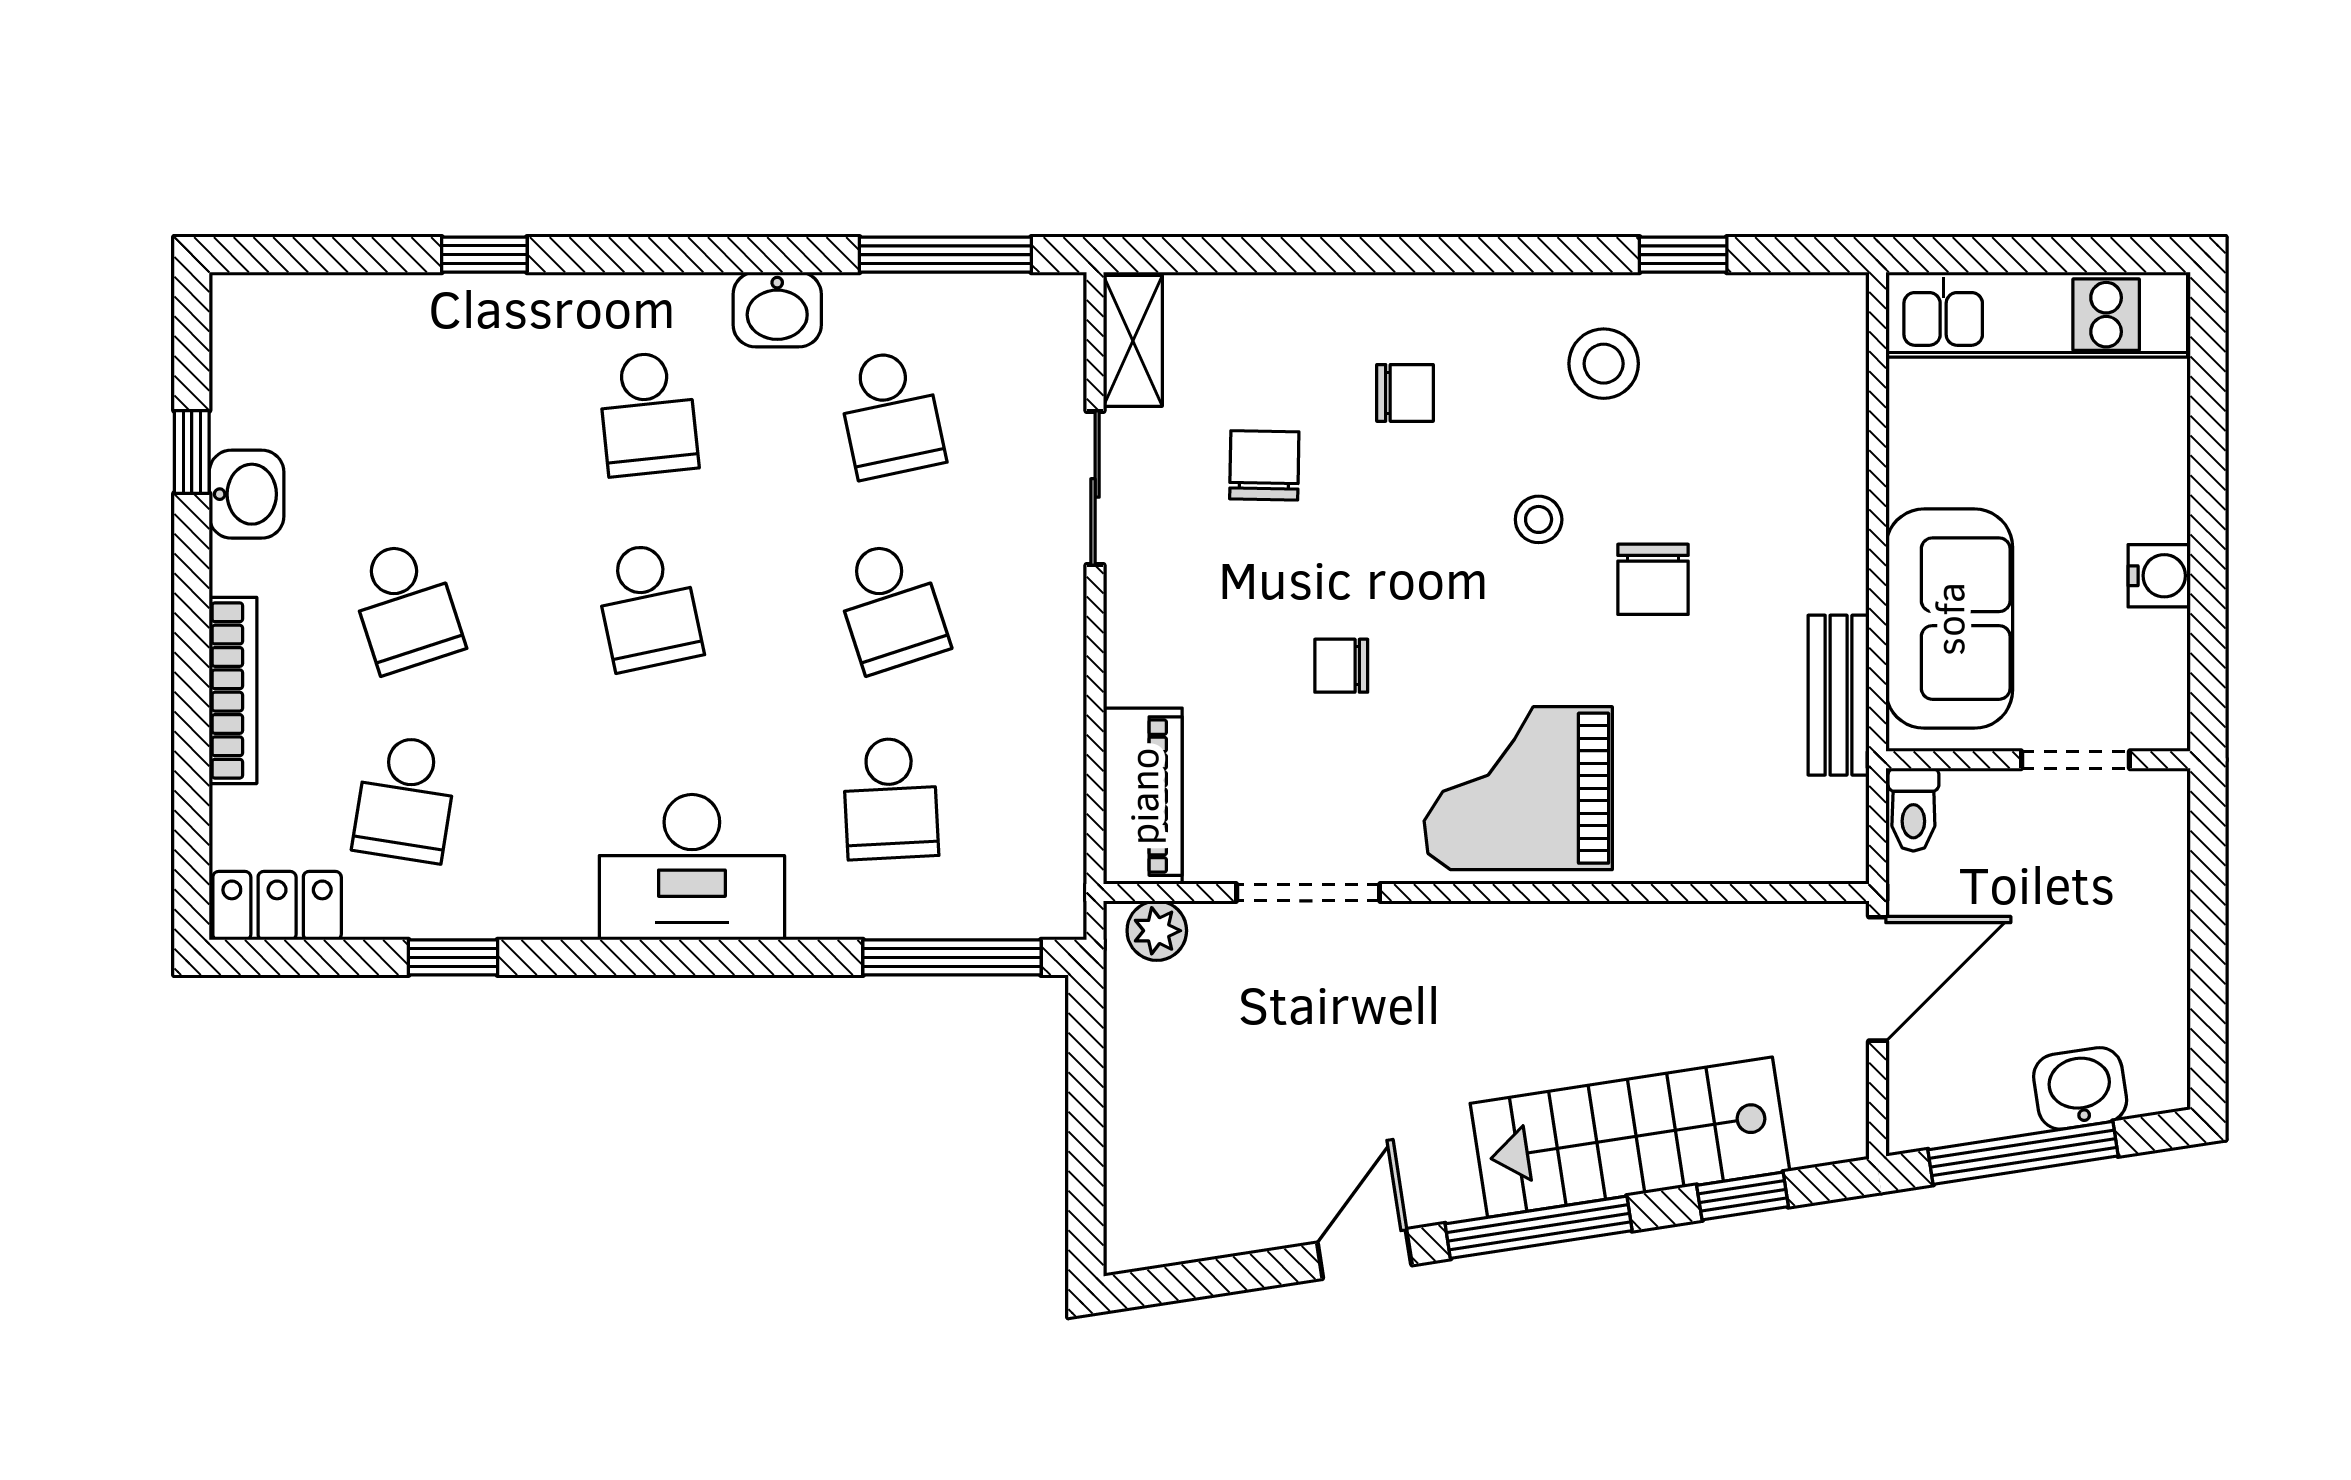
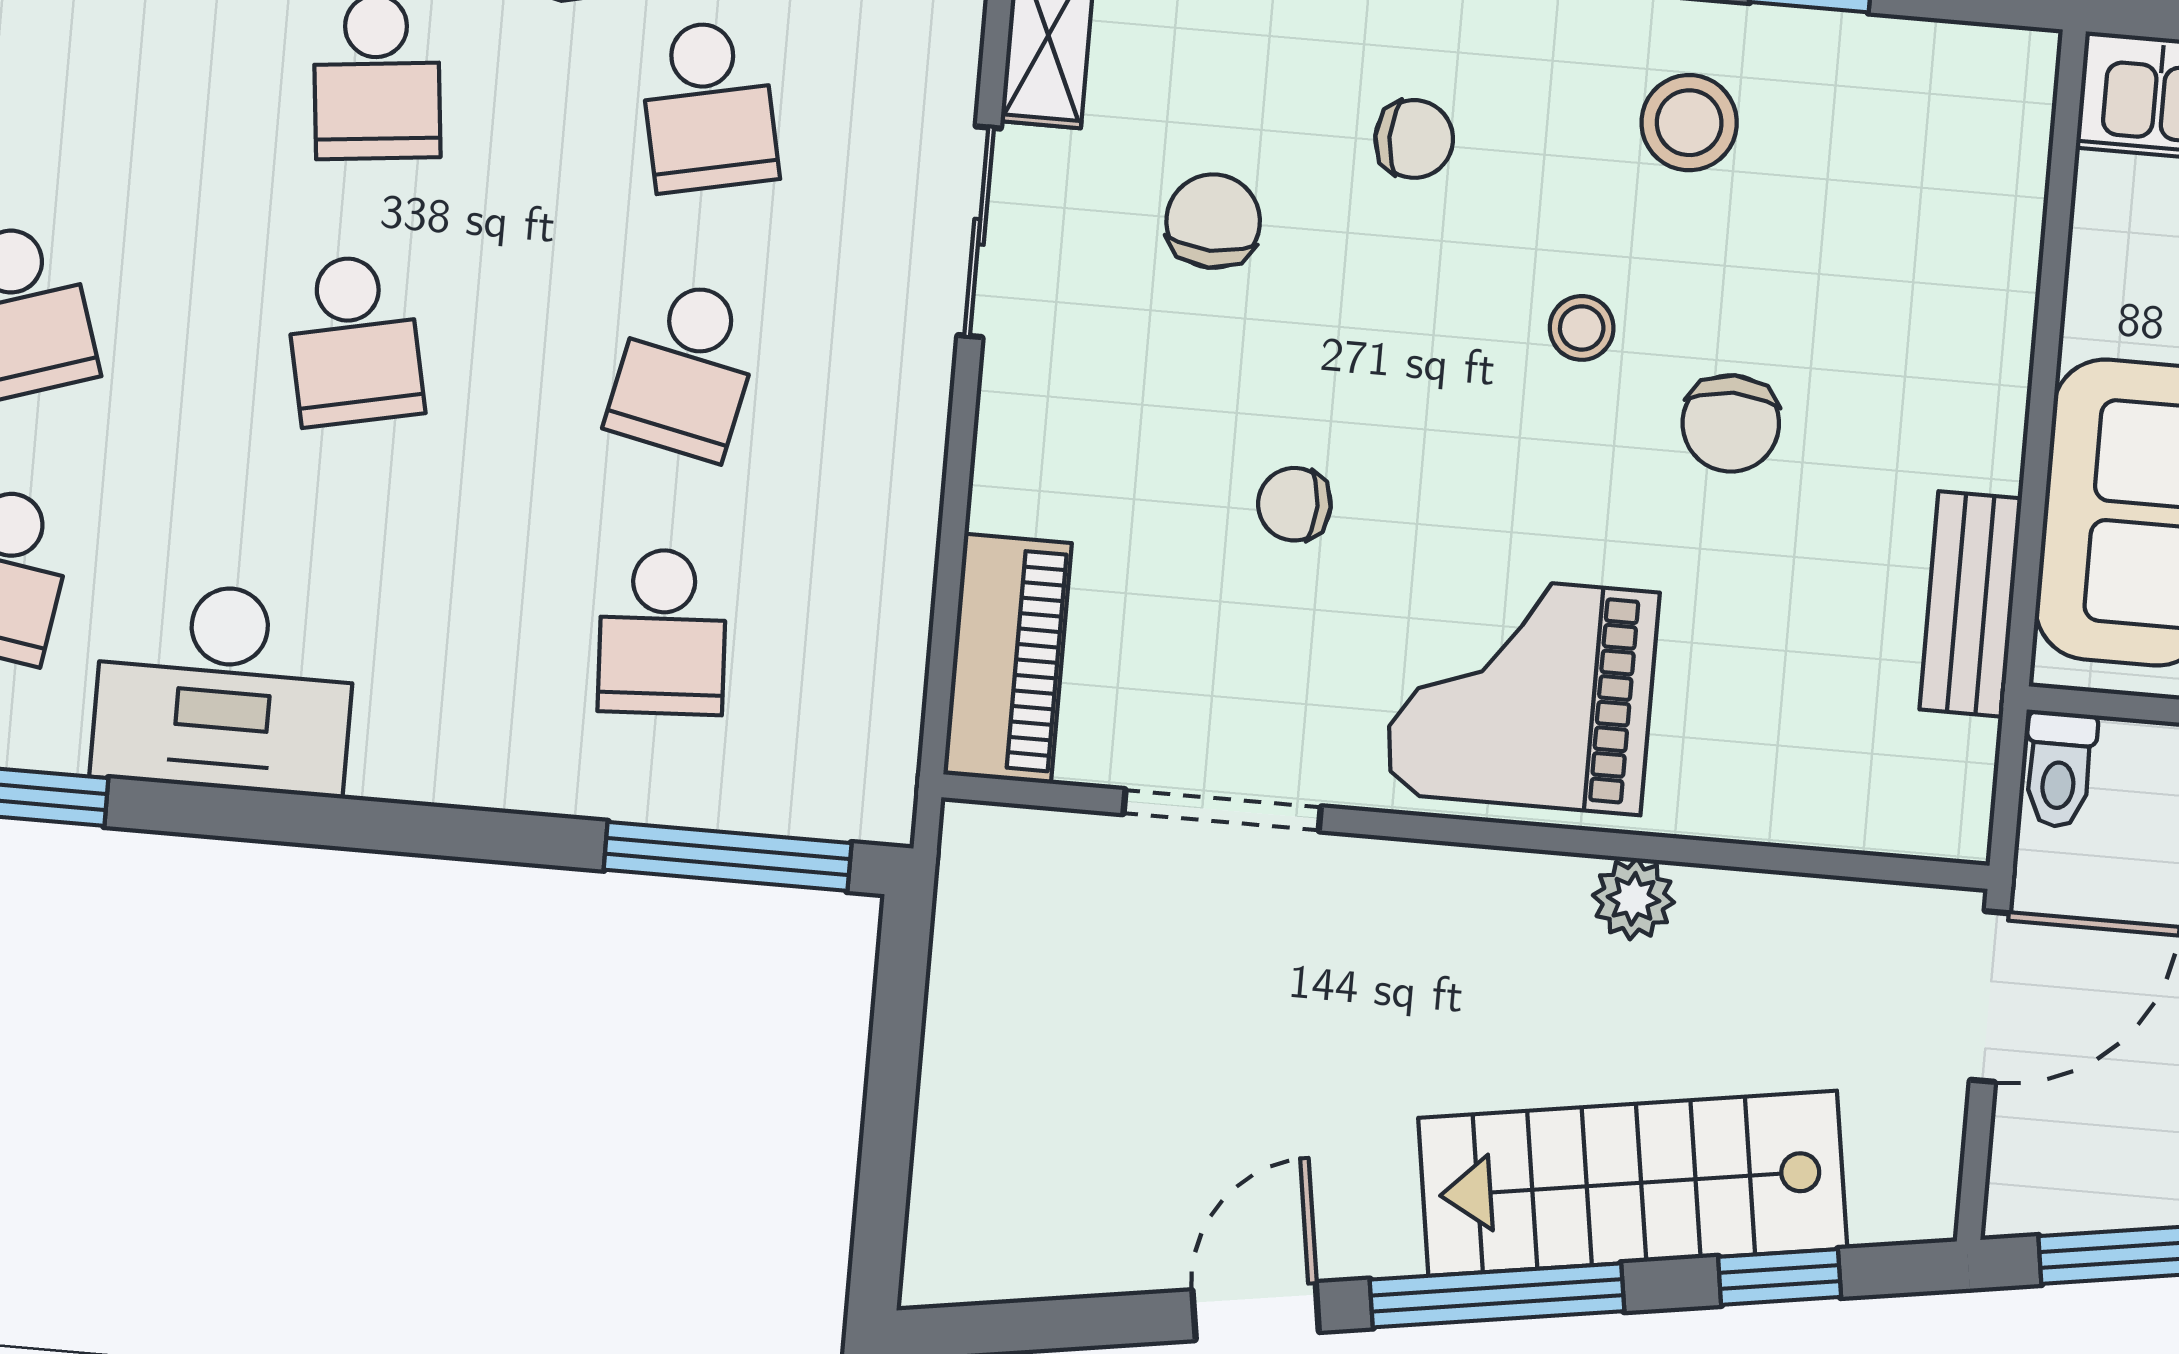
school desk: (890, 606) -> (685, 369), turned 30
desk: (692, 867) -> (224, 688), moved
plant: (1157, 931) -> (1633, 899), moved

